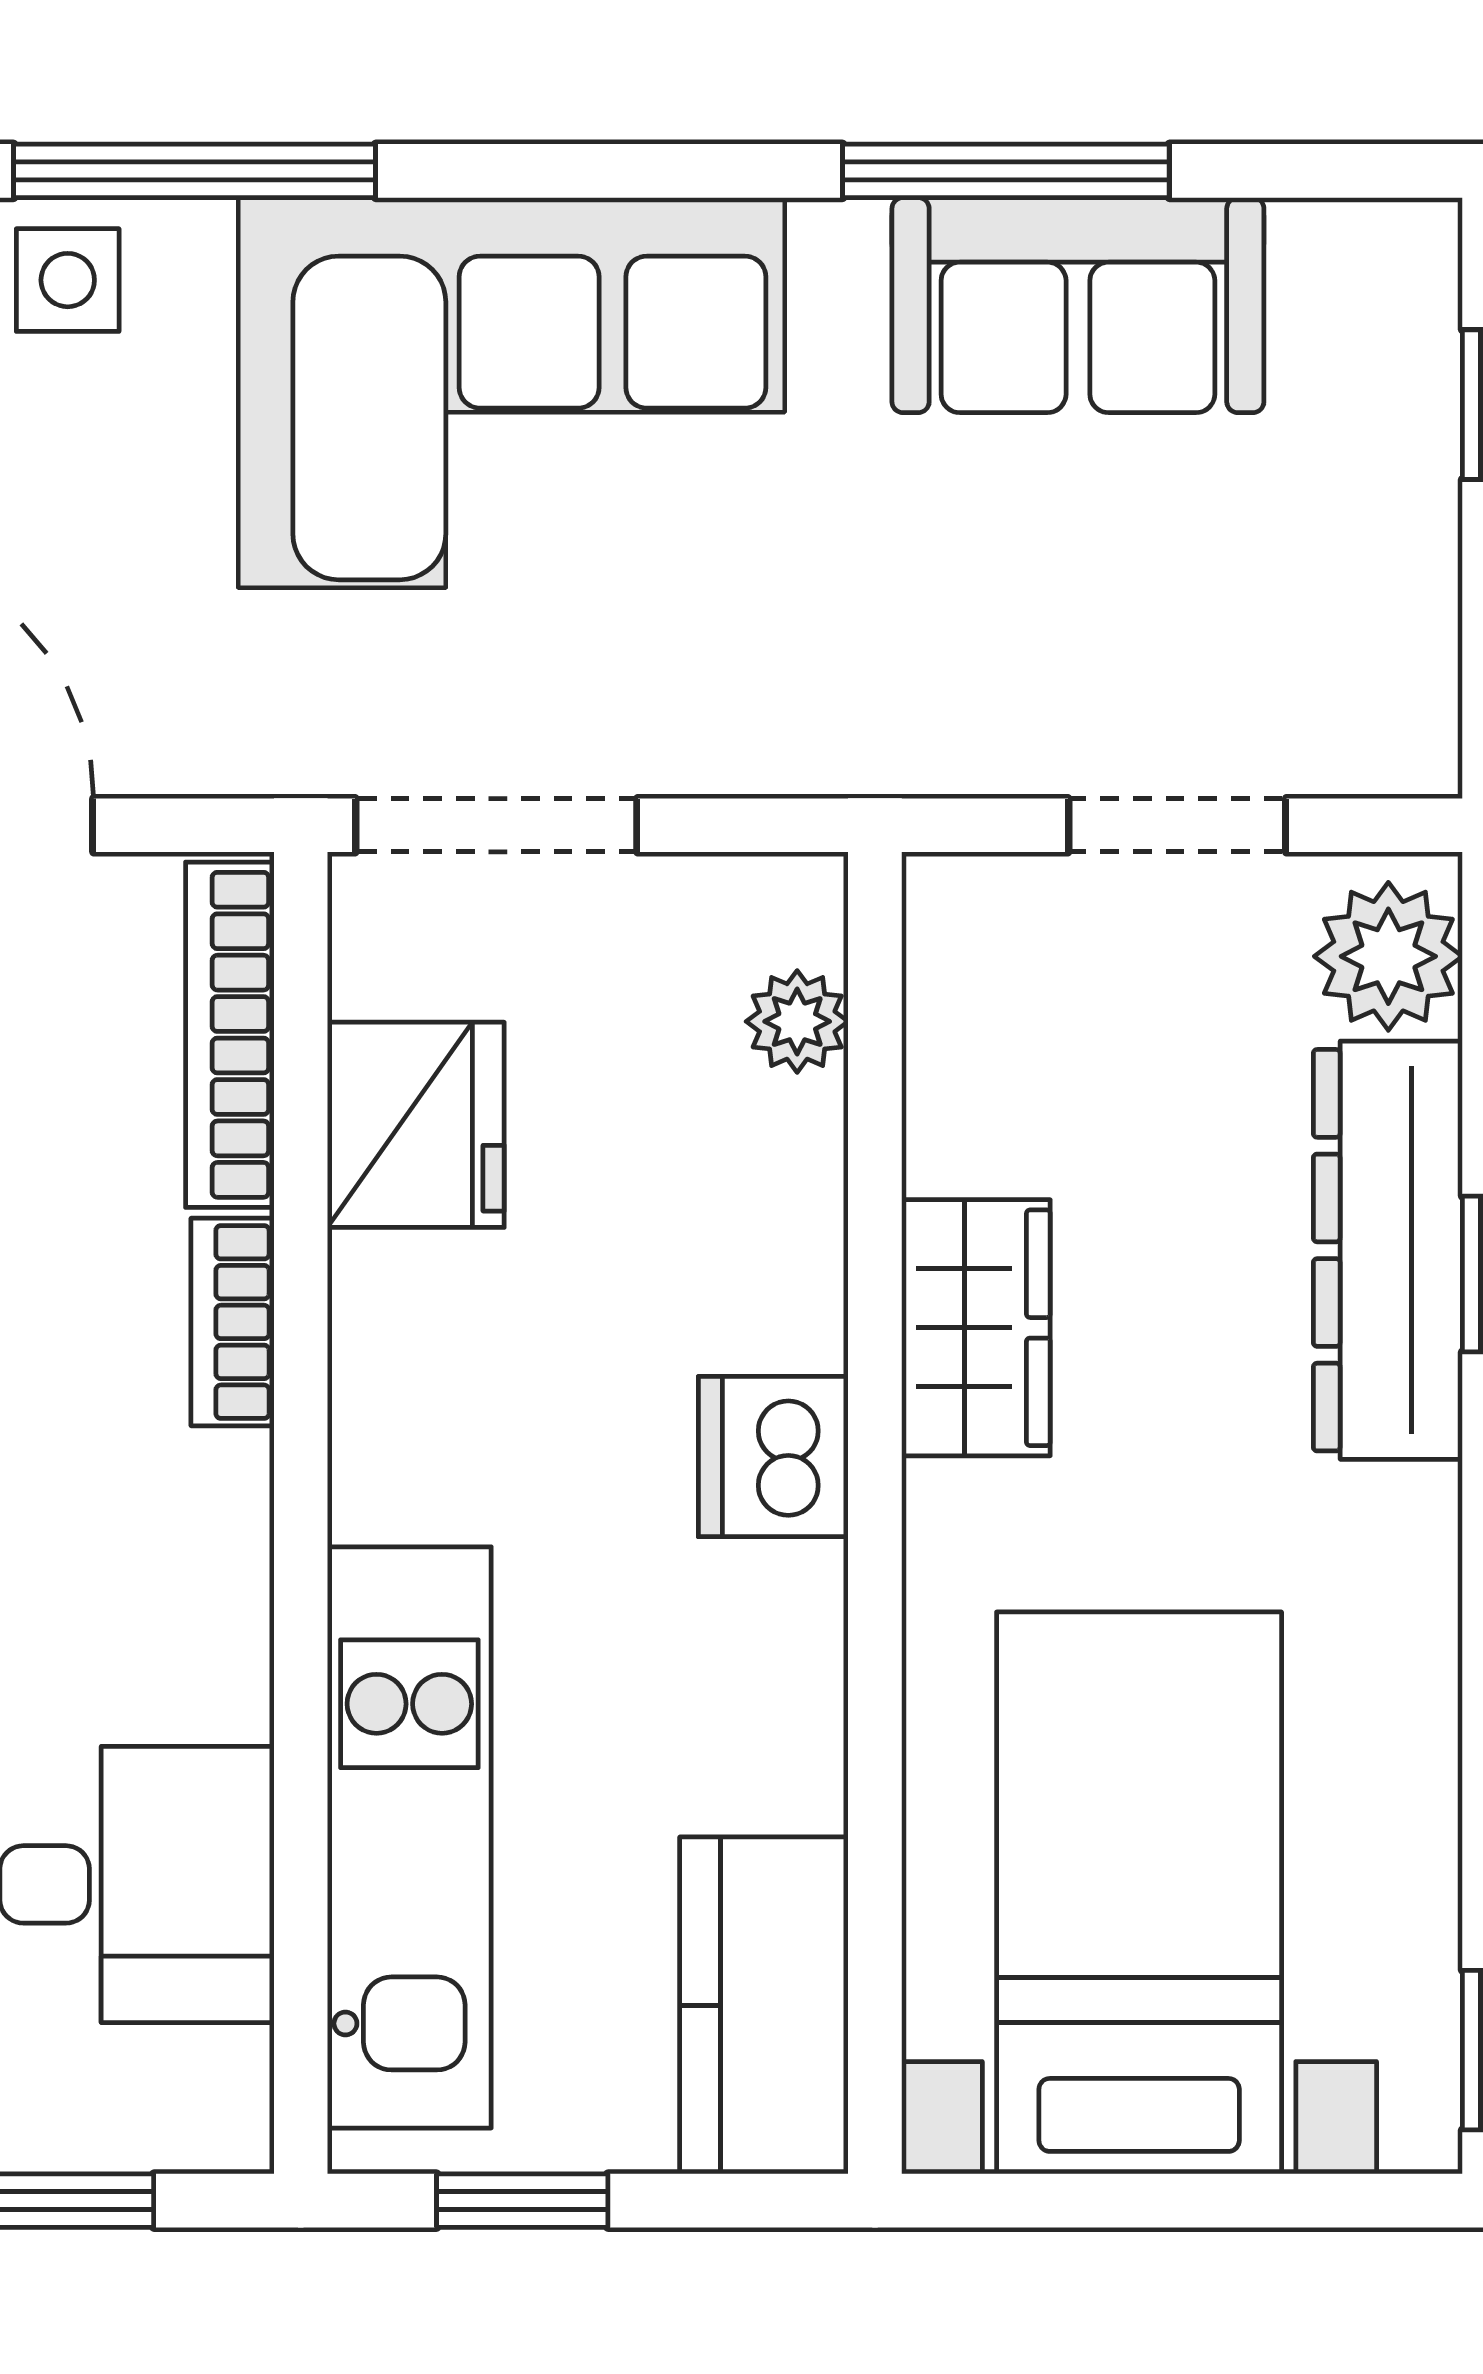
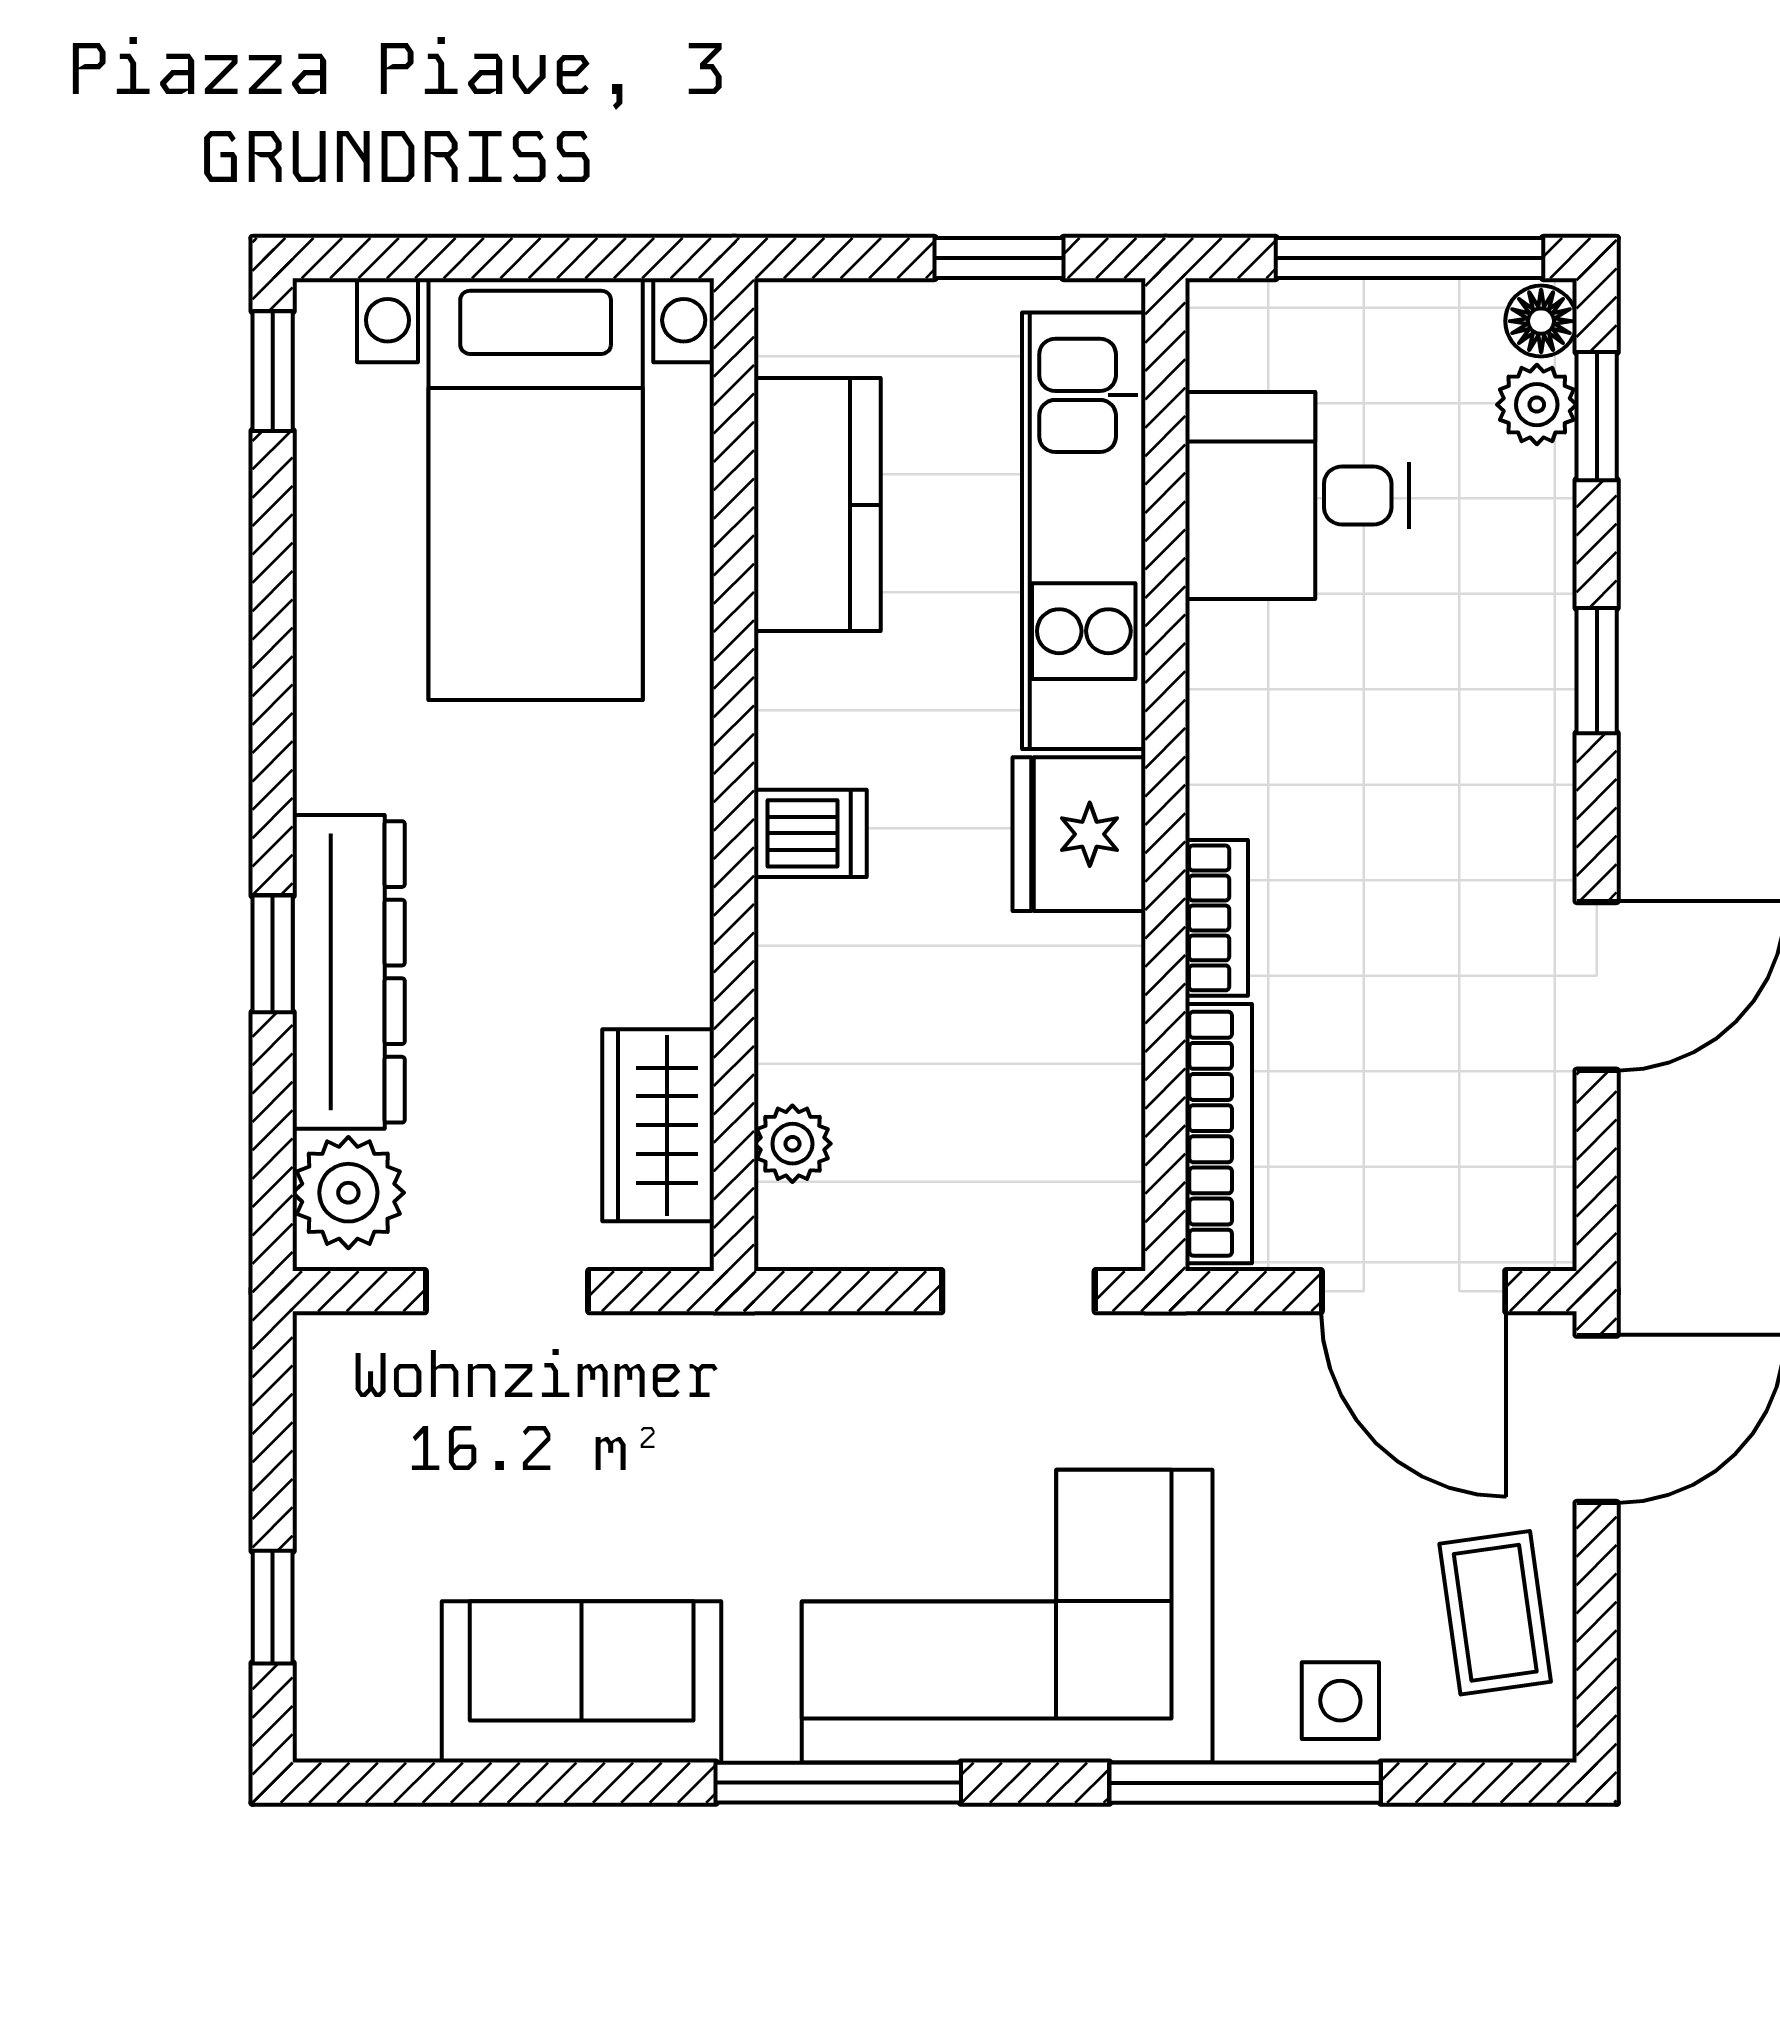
window: (1006, 171) -> (838, 1783), moved
doorway: (496, 825) -> (1018, 1291), width x0.73
fridge: (416, 1125) -> (1079, 834), moved
wardrobe: (976, 1328) -> (658, 1125), moved
dishwasher: (773, 1457) -> (810, 833), width x0.73
kitchen counter: (764, 2005) -> (817, 505), moved

